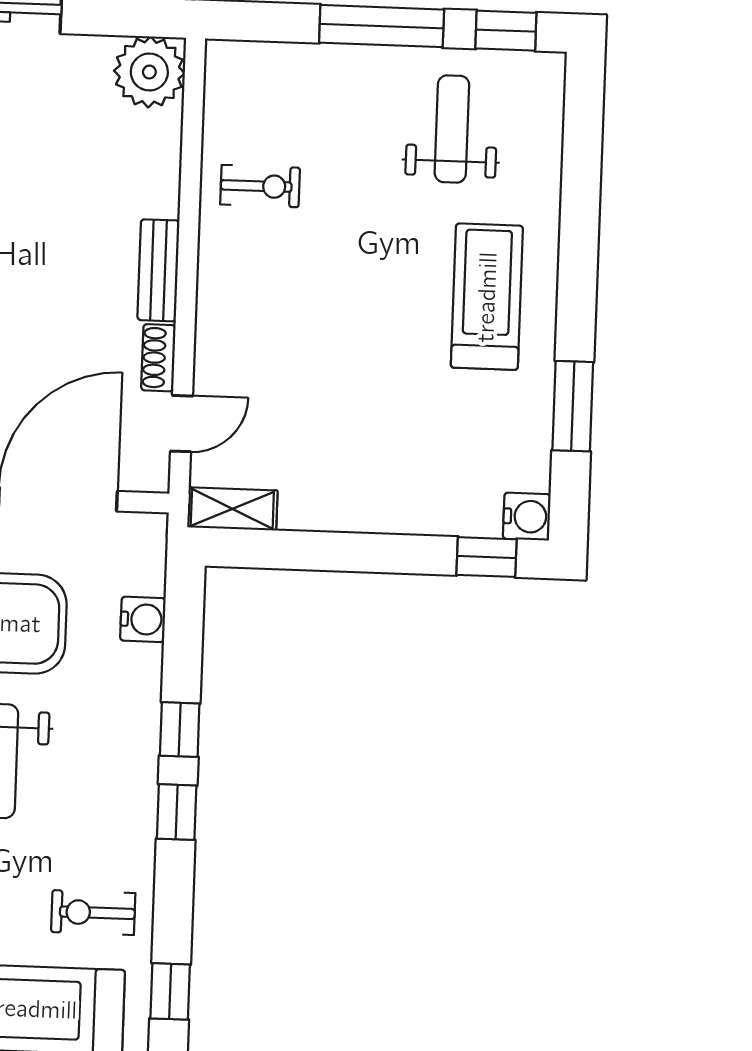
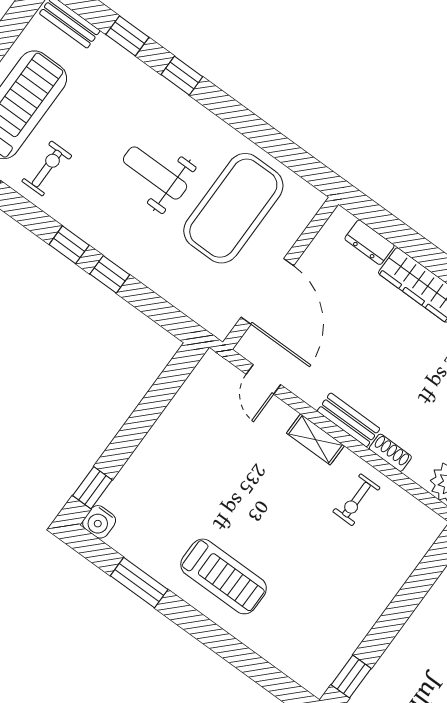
window: (382, 26) -> (396, 615), removed
weight bench: (452, 129) -> (320, 616), removed
shoe rack: (158, 358) -> (390, 453), moved
shelving: (232, 509) -> (315, 439), moved, turned 90
water cooler: (143, 619) -> (178, 293), removed

